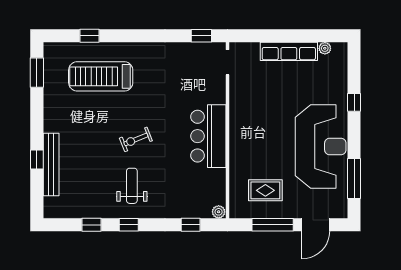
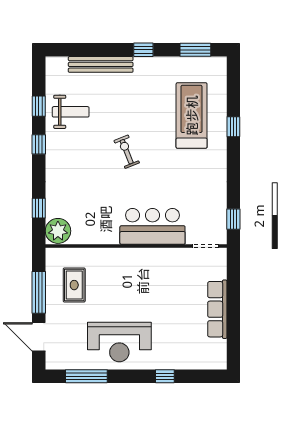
window: (89, 36) -> (233, 127), moved
plant: (325, 48) -> (220, 346), removed
bar counter: (208, 136) -> (152, 226), moved
reception desk: (321, 146) -> (119, 342), width x0.74, depth x0.77
window: (37, 160) -> (143, 50), moved
weight bench: (132, 186) -> (71, 112), moved
plant: (219, 212) -> (58, 231), width x1.88, depth x1.88

